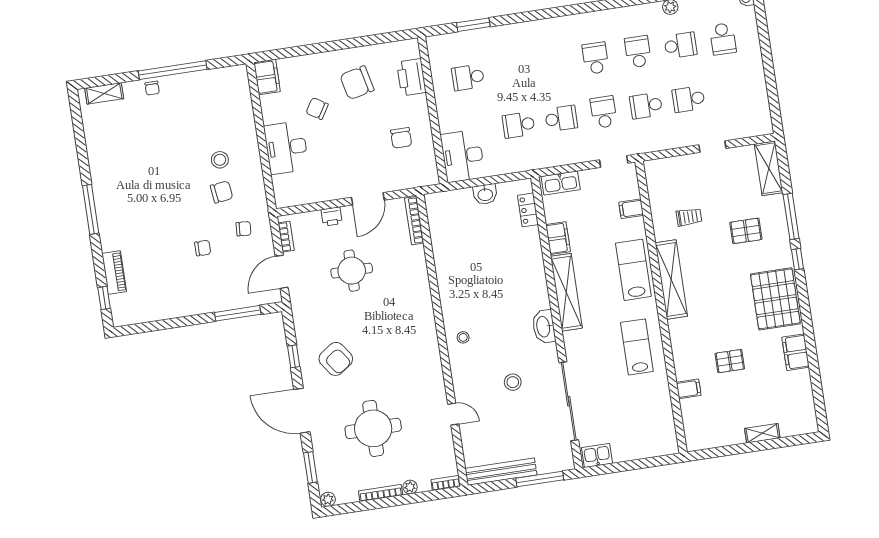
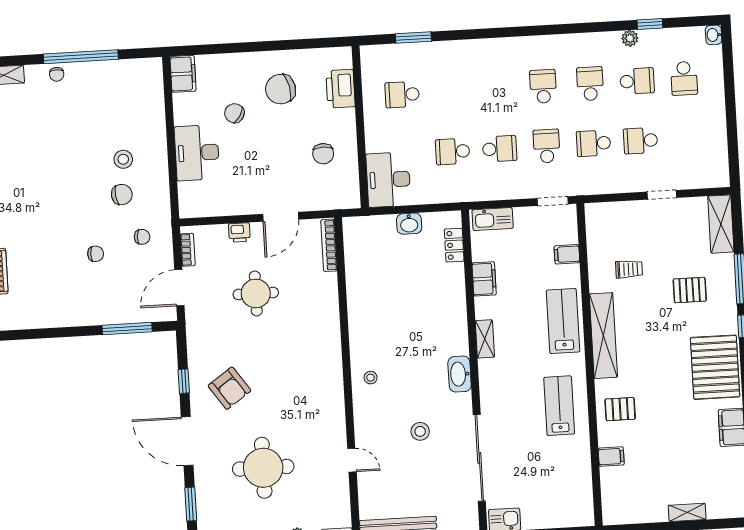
shelving: (566, 292) -> (485, 339), width x0.45, depth x0.75
pallet: (730, 361) -> (620, 409), moved

